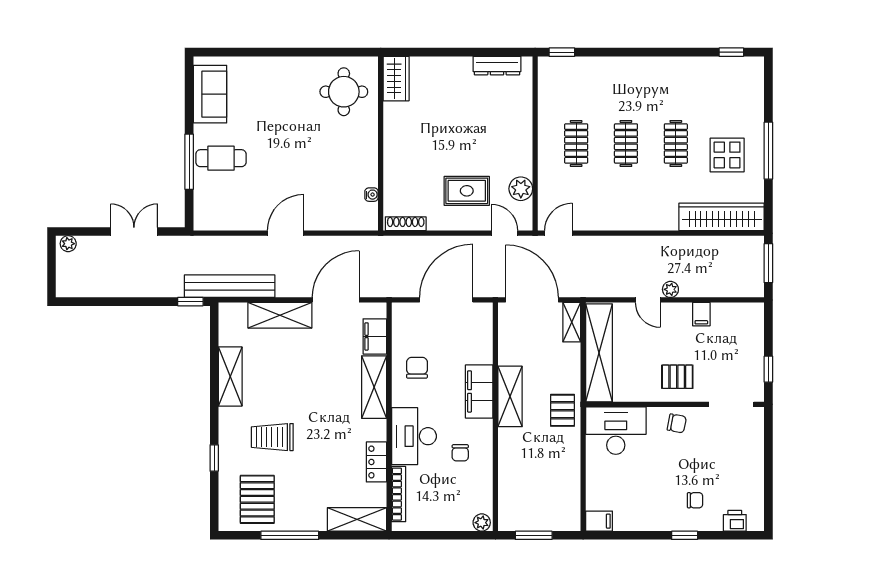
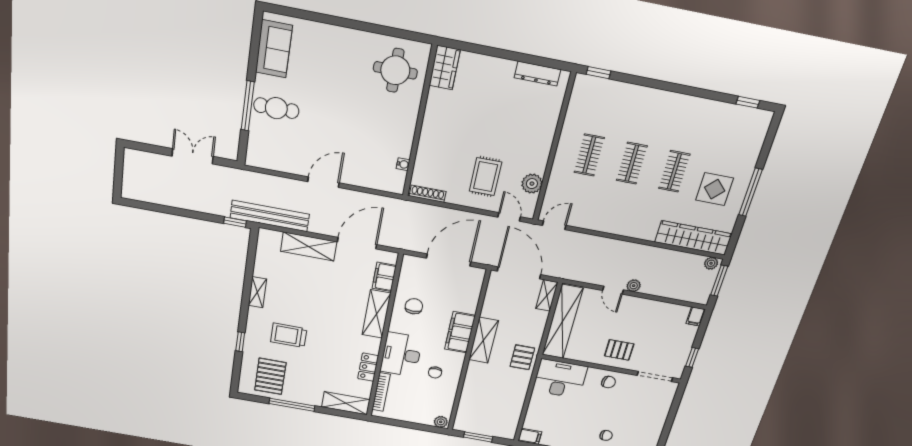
rug: (467, 191) -> (485, 177), turned 90
plant: (68, 244) -> (711, 263), moved
filing cabinet: (701, 314) -> (696, 316), moved
shelving: (230, 377) -> (257, 292), width x0.67, depth x0.75

